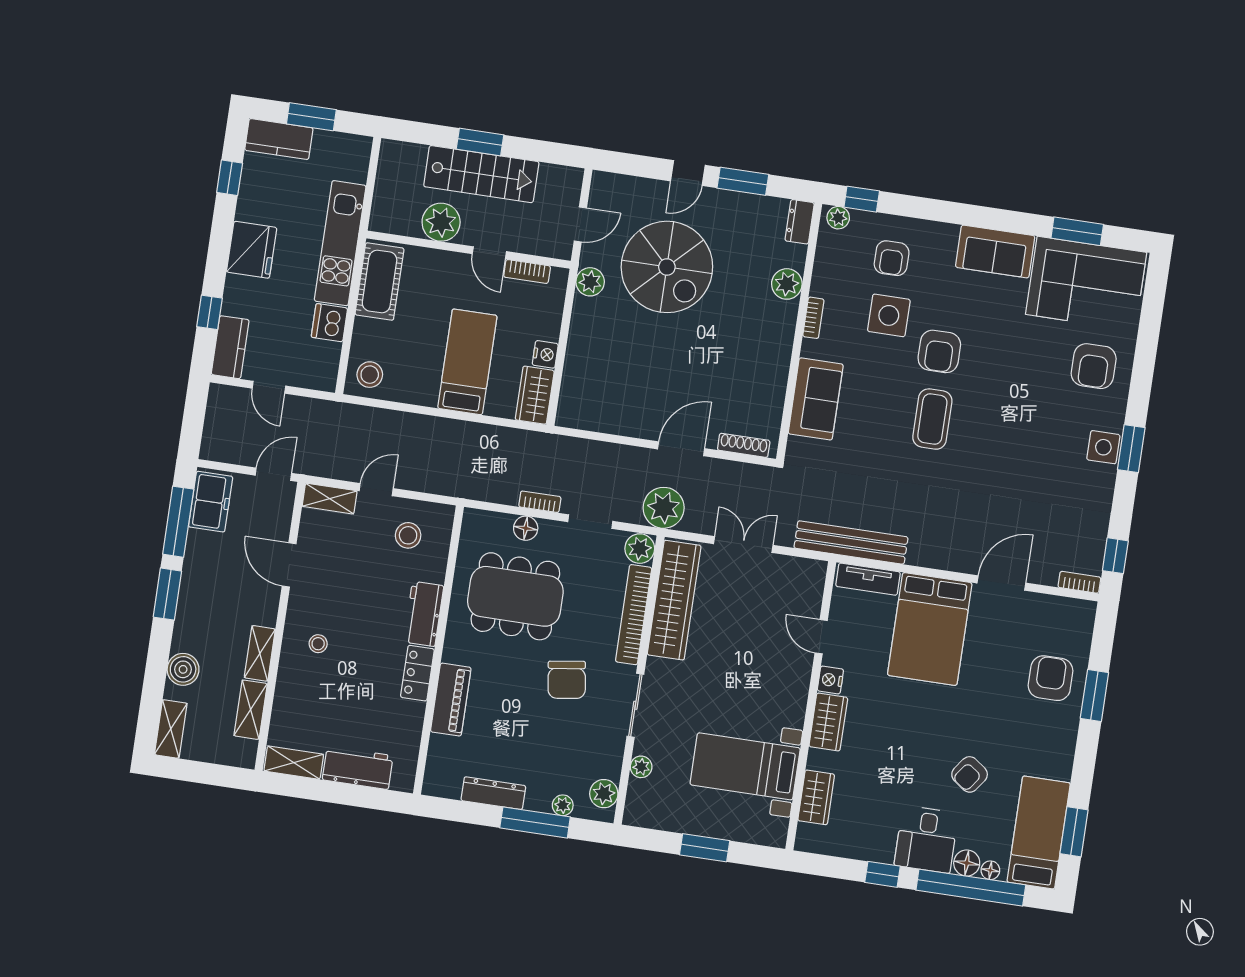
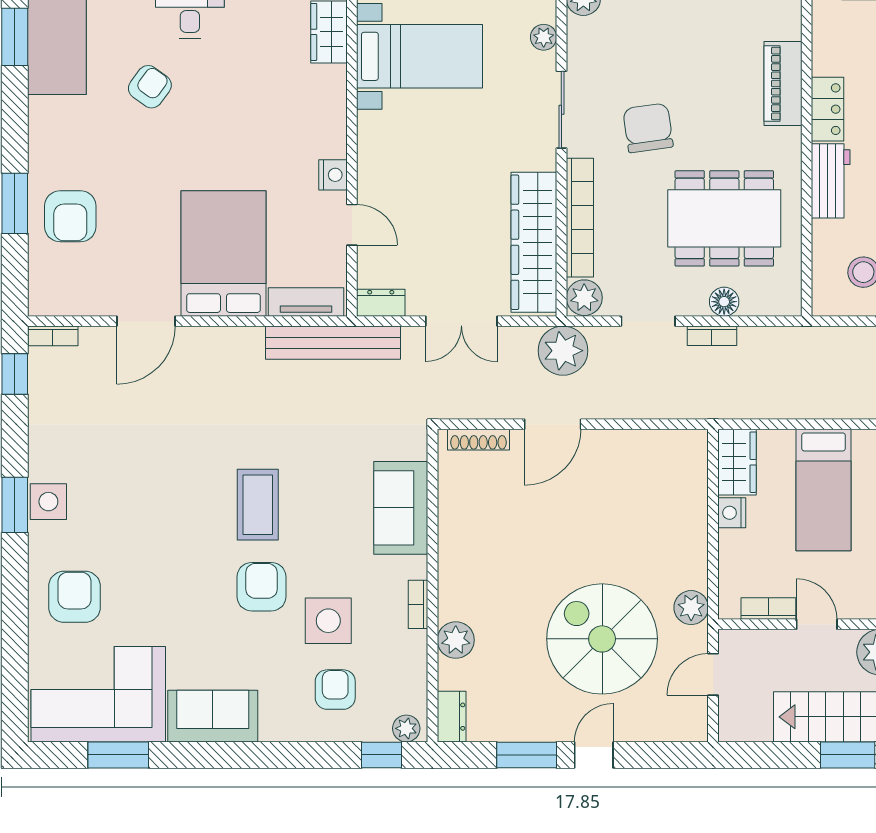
dresser: (807, 569) -> (381, 303), added
wardrobe: (828, 722) -> (328, 124), removed

